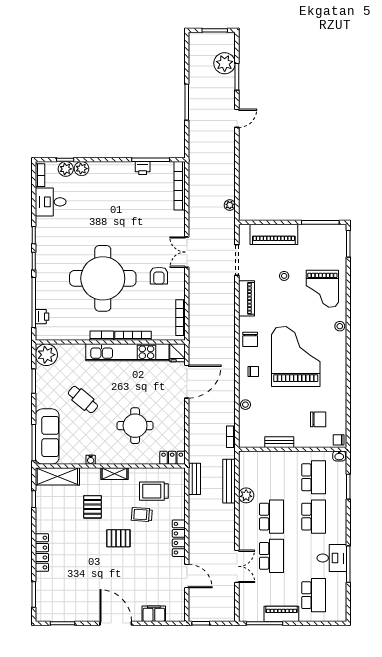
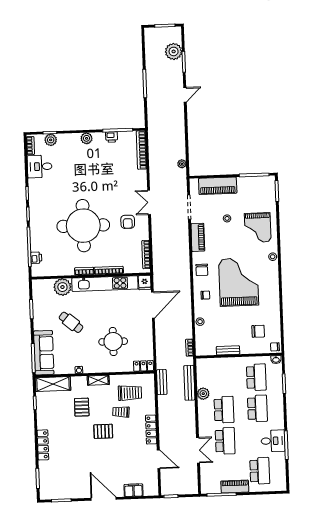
plant: (82, 169) -> (87, 138), moved
plant: (46, 355) -> (62, 287), moved
trolley: (154, 491) -> (130, 393), turned 180

